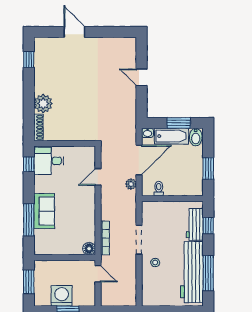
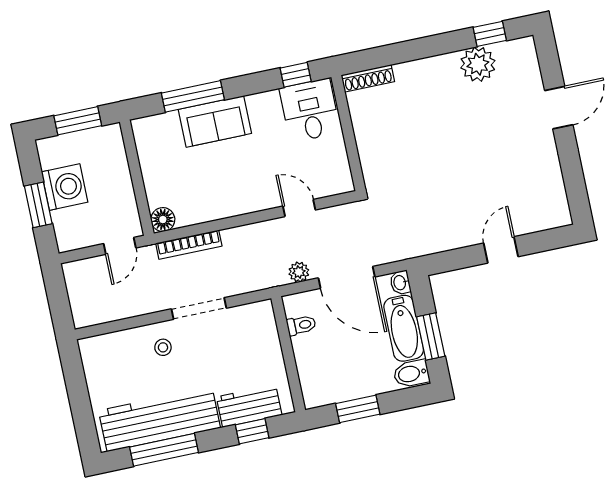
plant: (43, 104) -> (478, 64), moved

